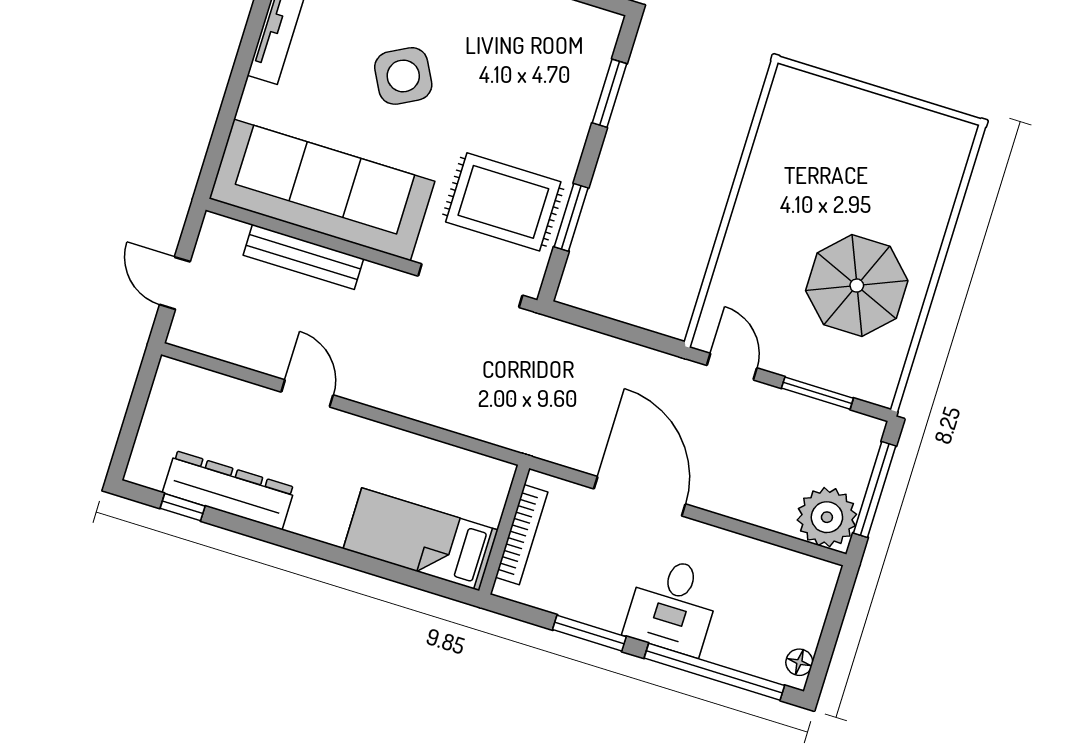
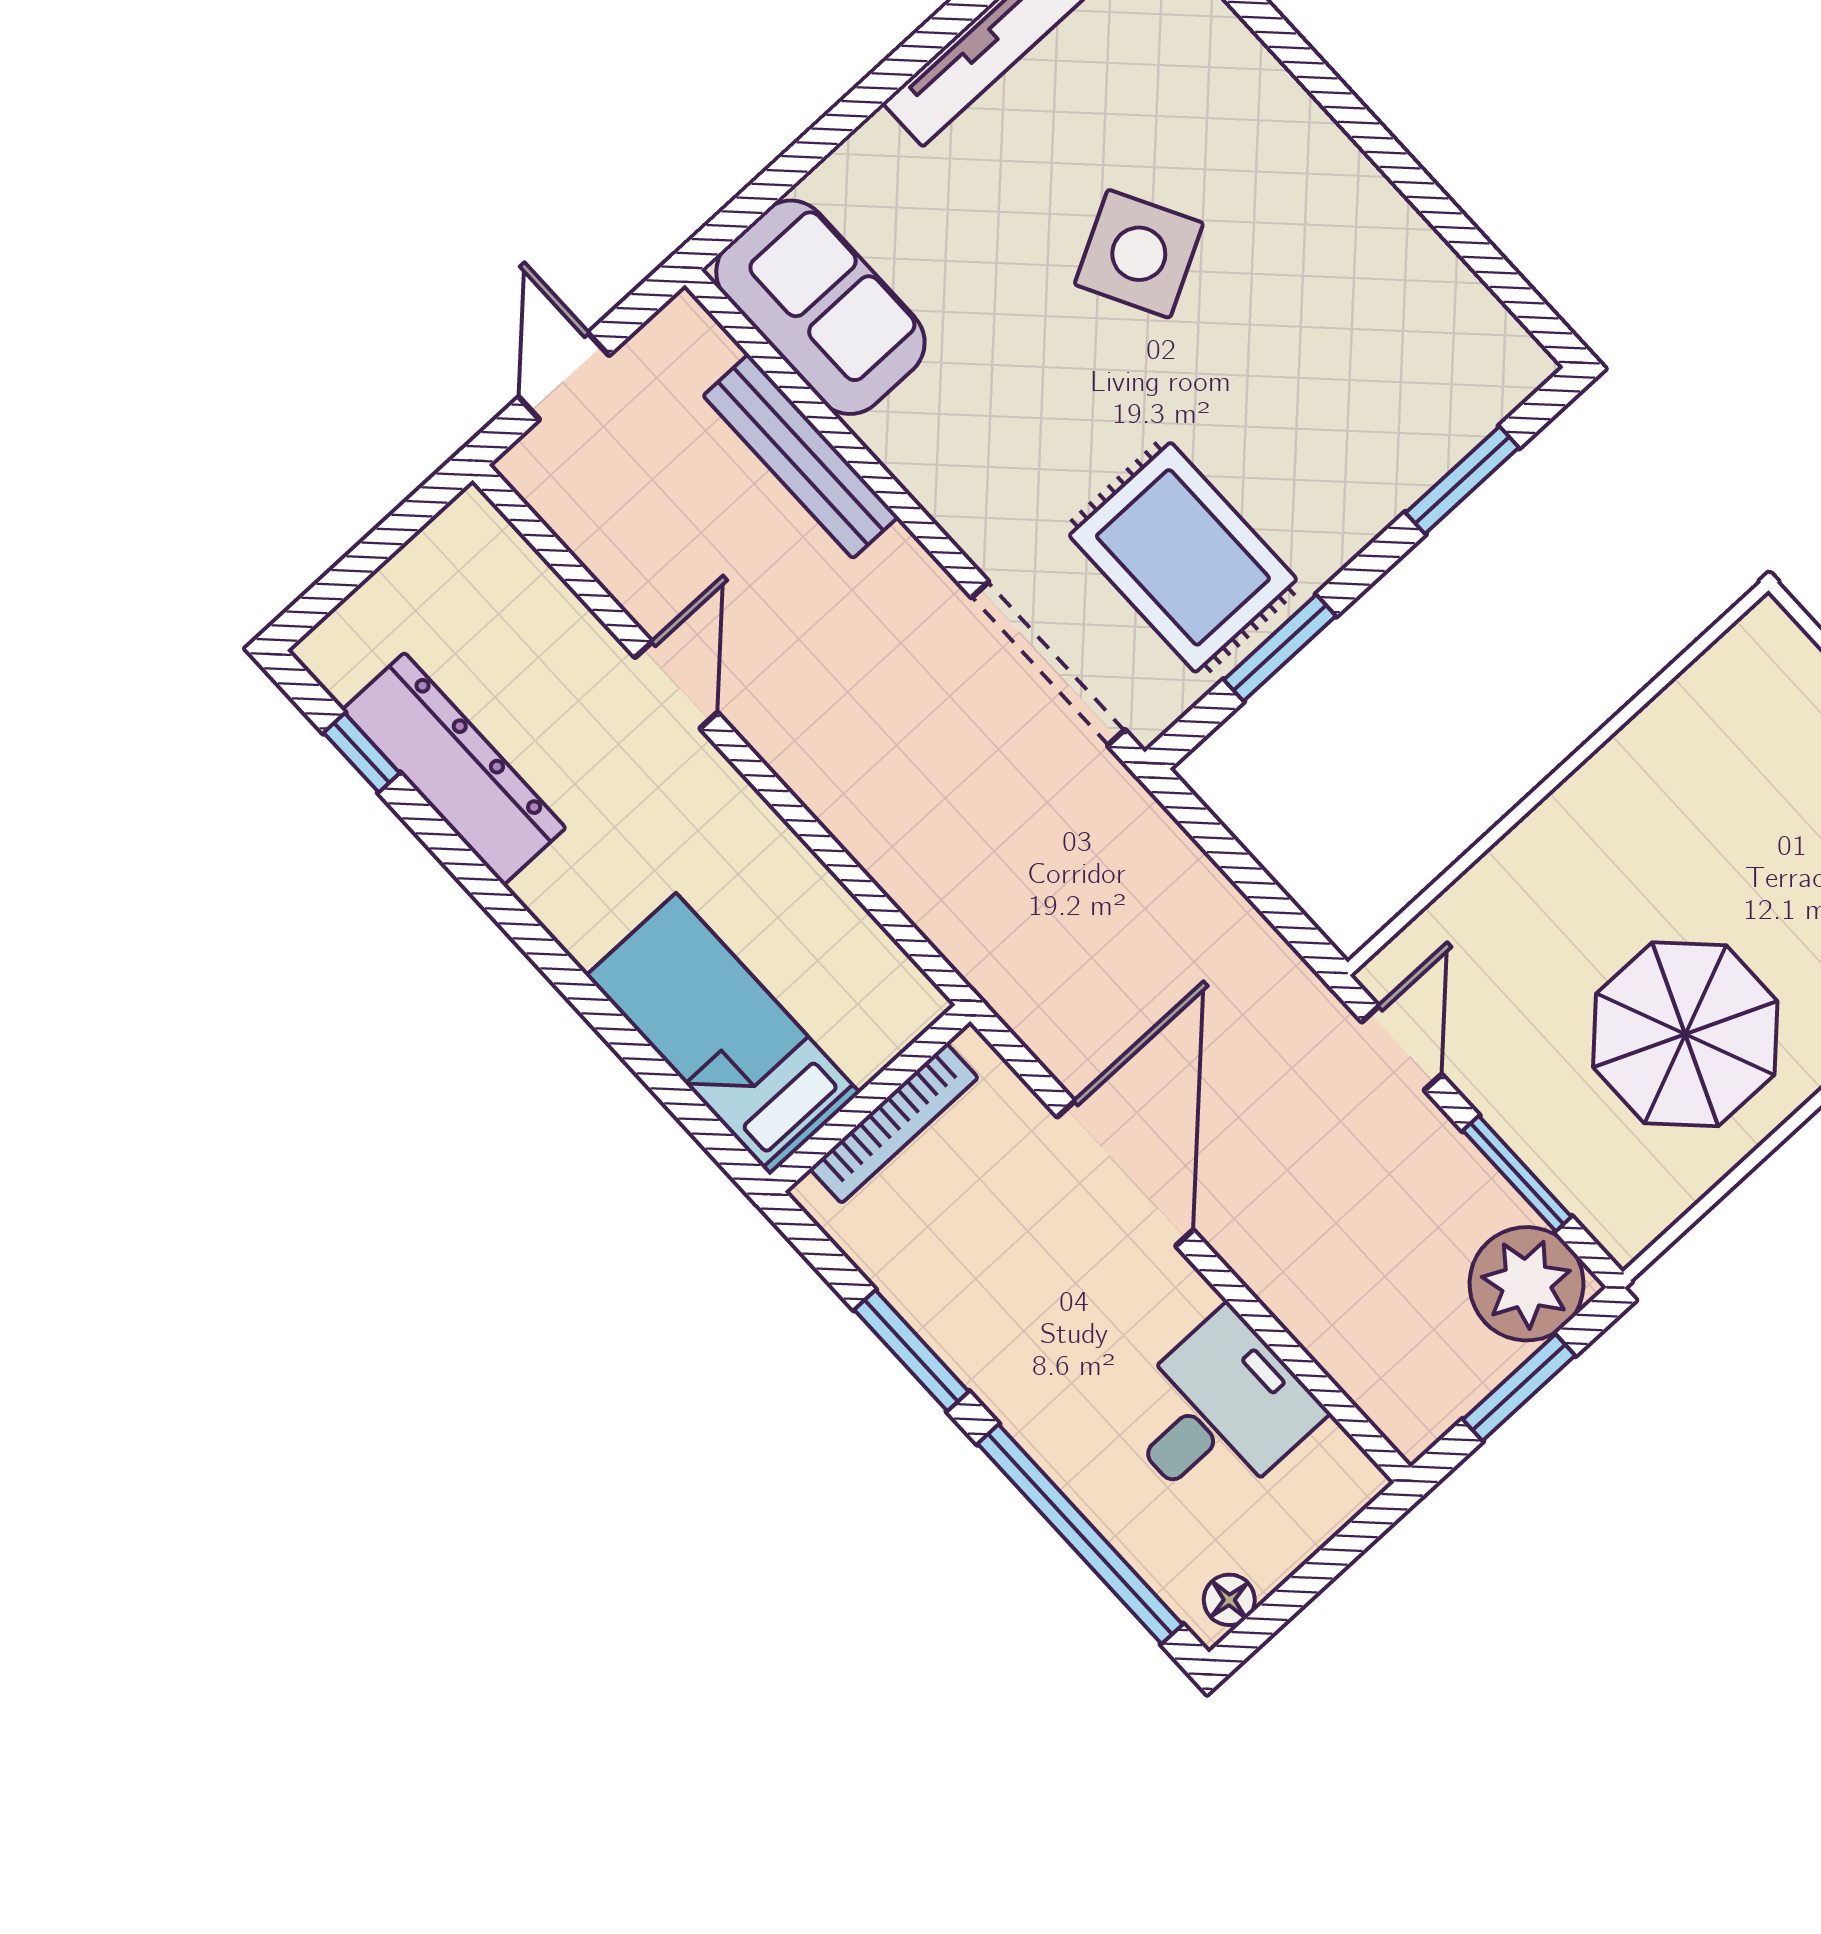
sofa: (322, 190) -> (820, 307), width x0.54, depth x0.79
window: (875, 490) -> (1519, 1387), width x0.69
plant: (827, 517) -> (1526, 1284), moved
desk: (673, 606) -> (1218, 1413), moved, turned 180

